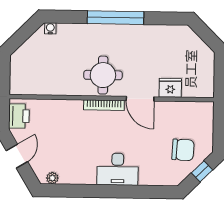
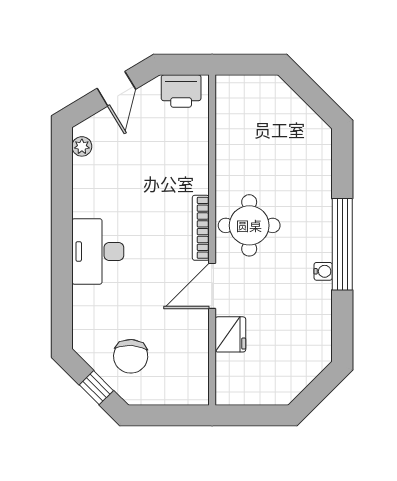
water cooler: (50, 28) -> (323, 271), moved
door: (17, 156) -> (116, 89), hinge flipped

